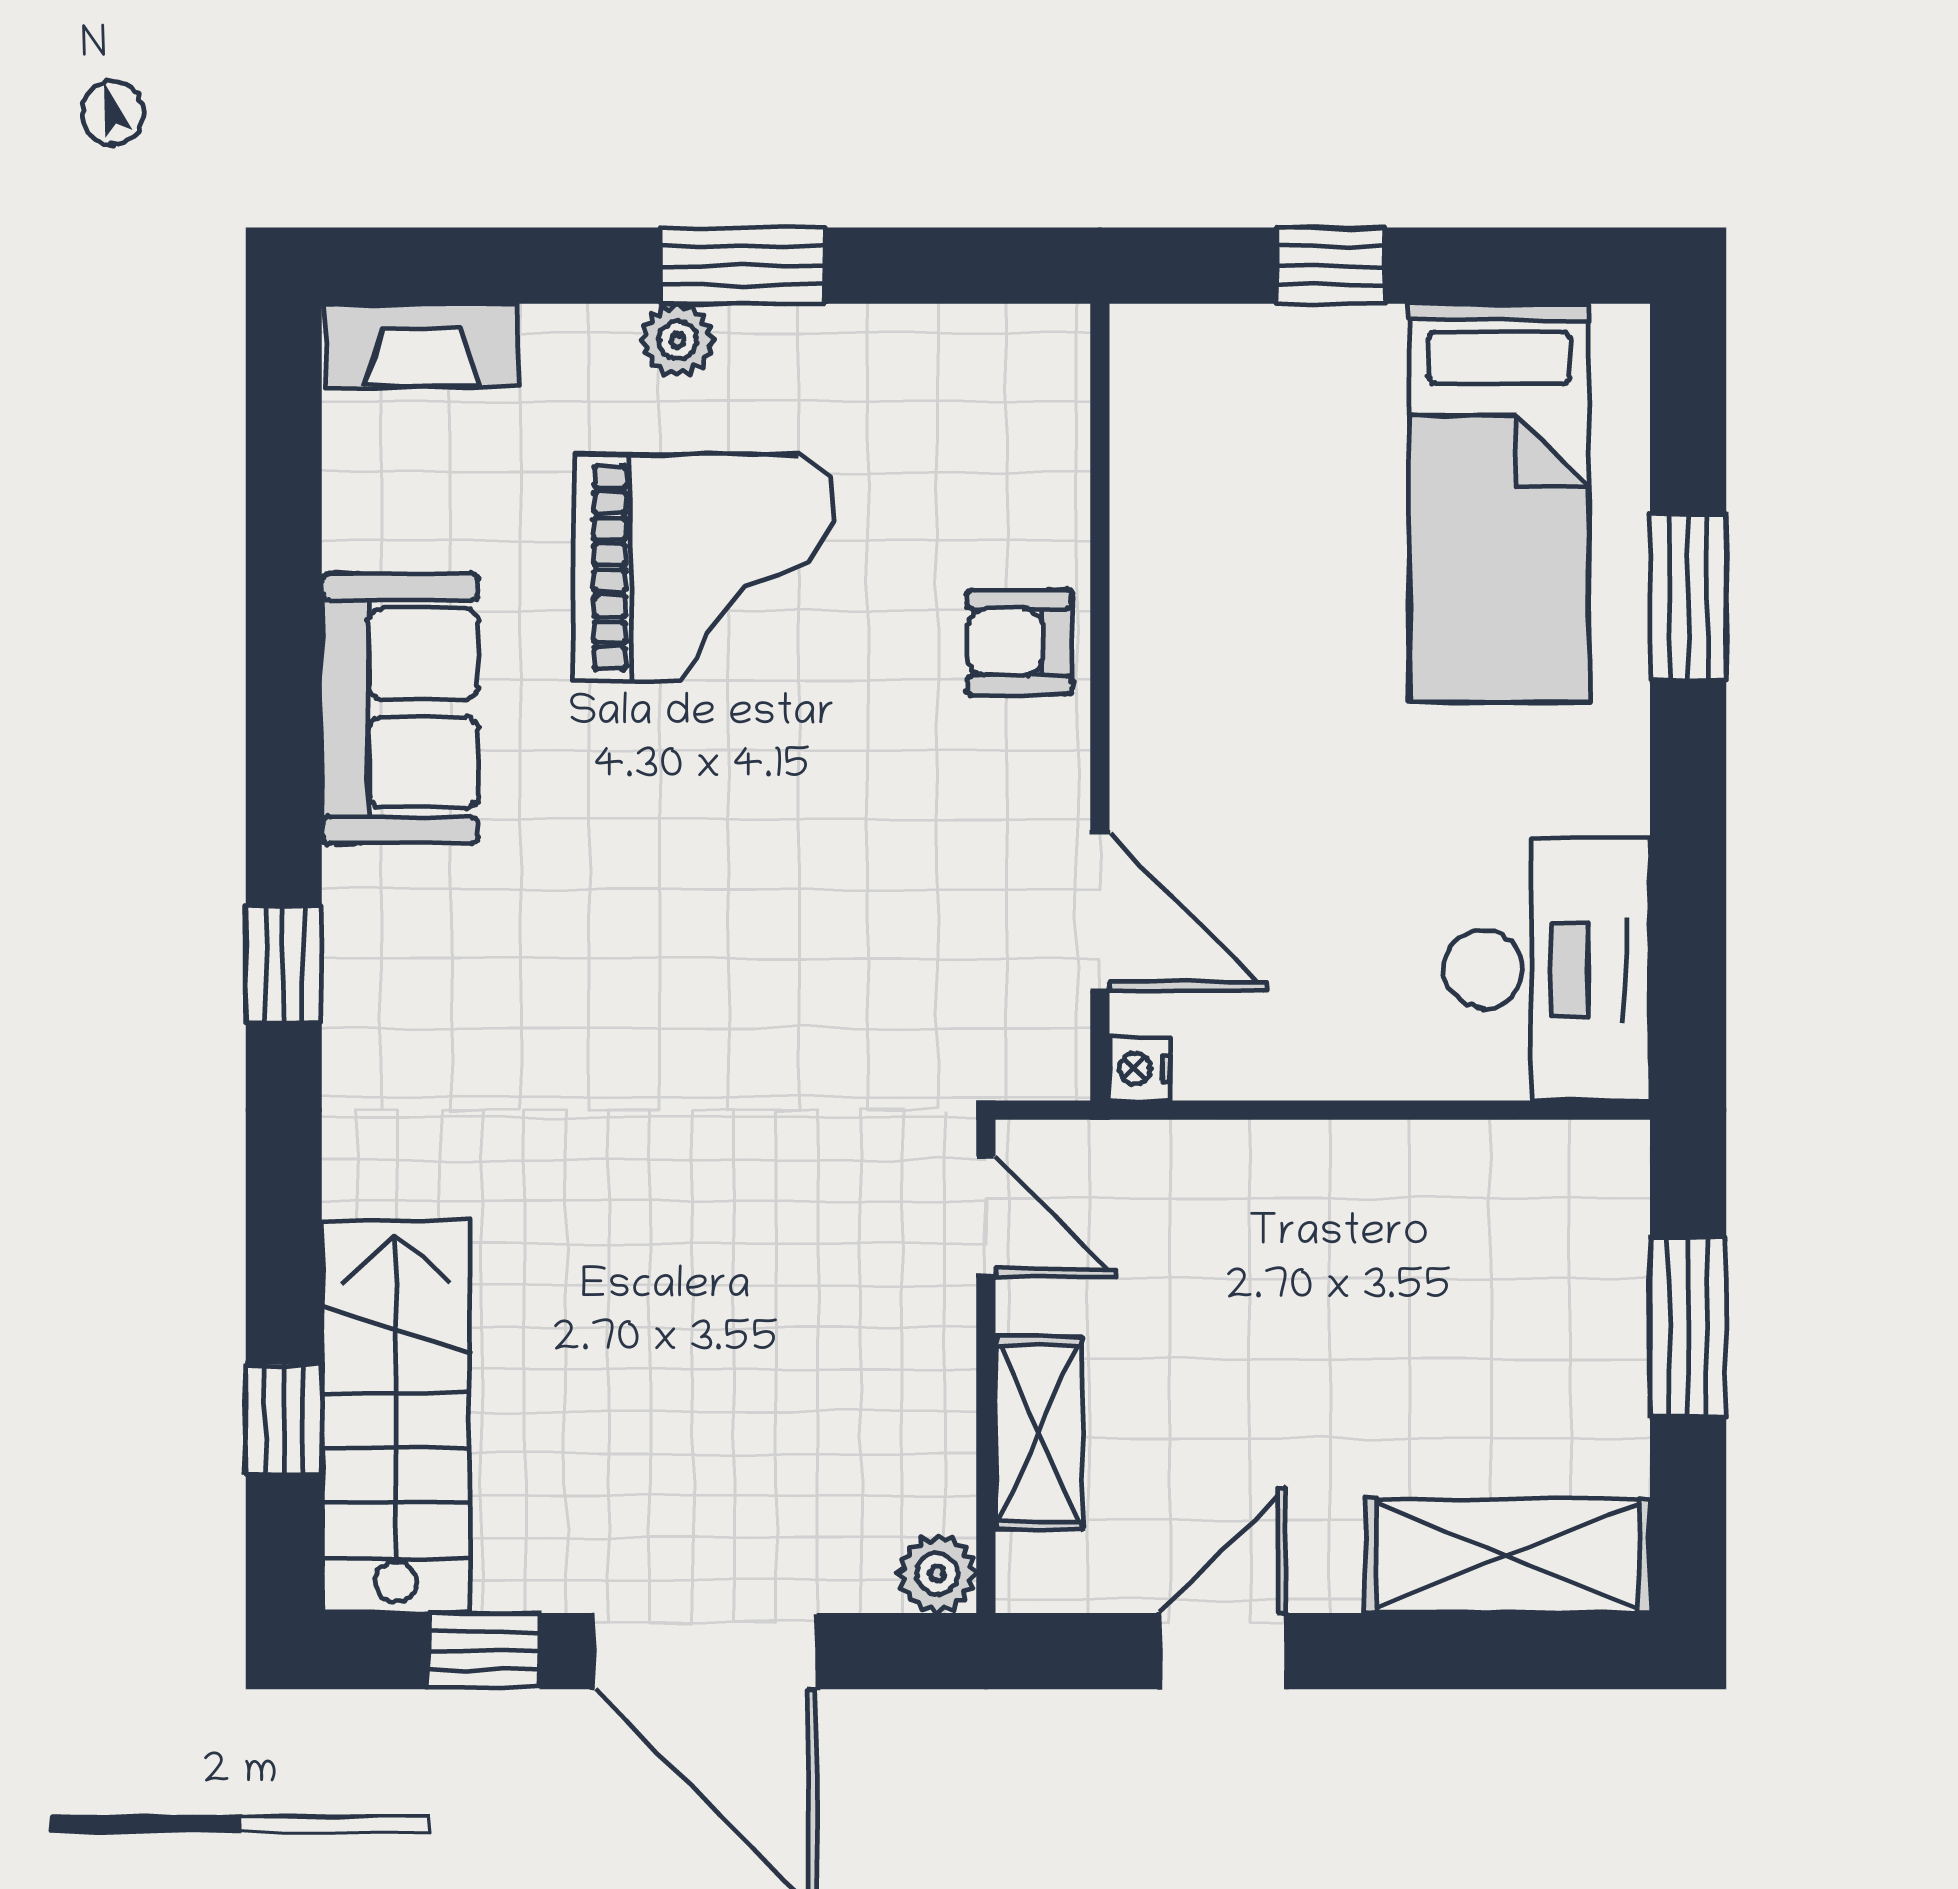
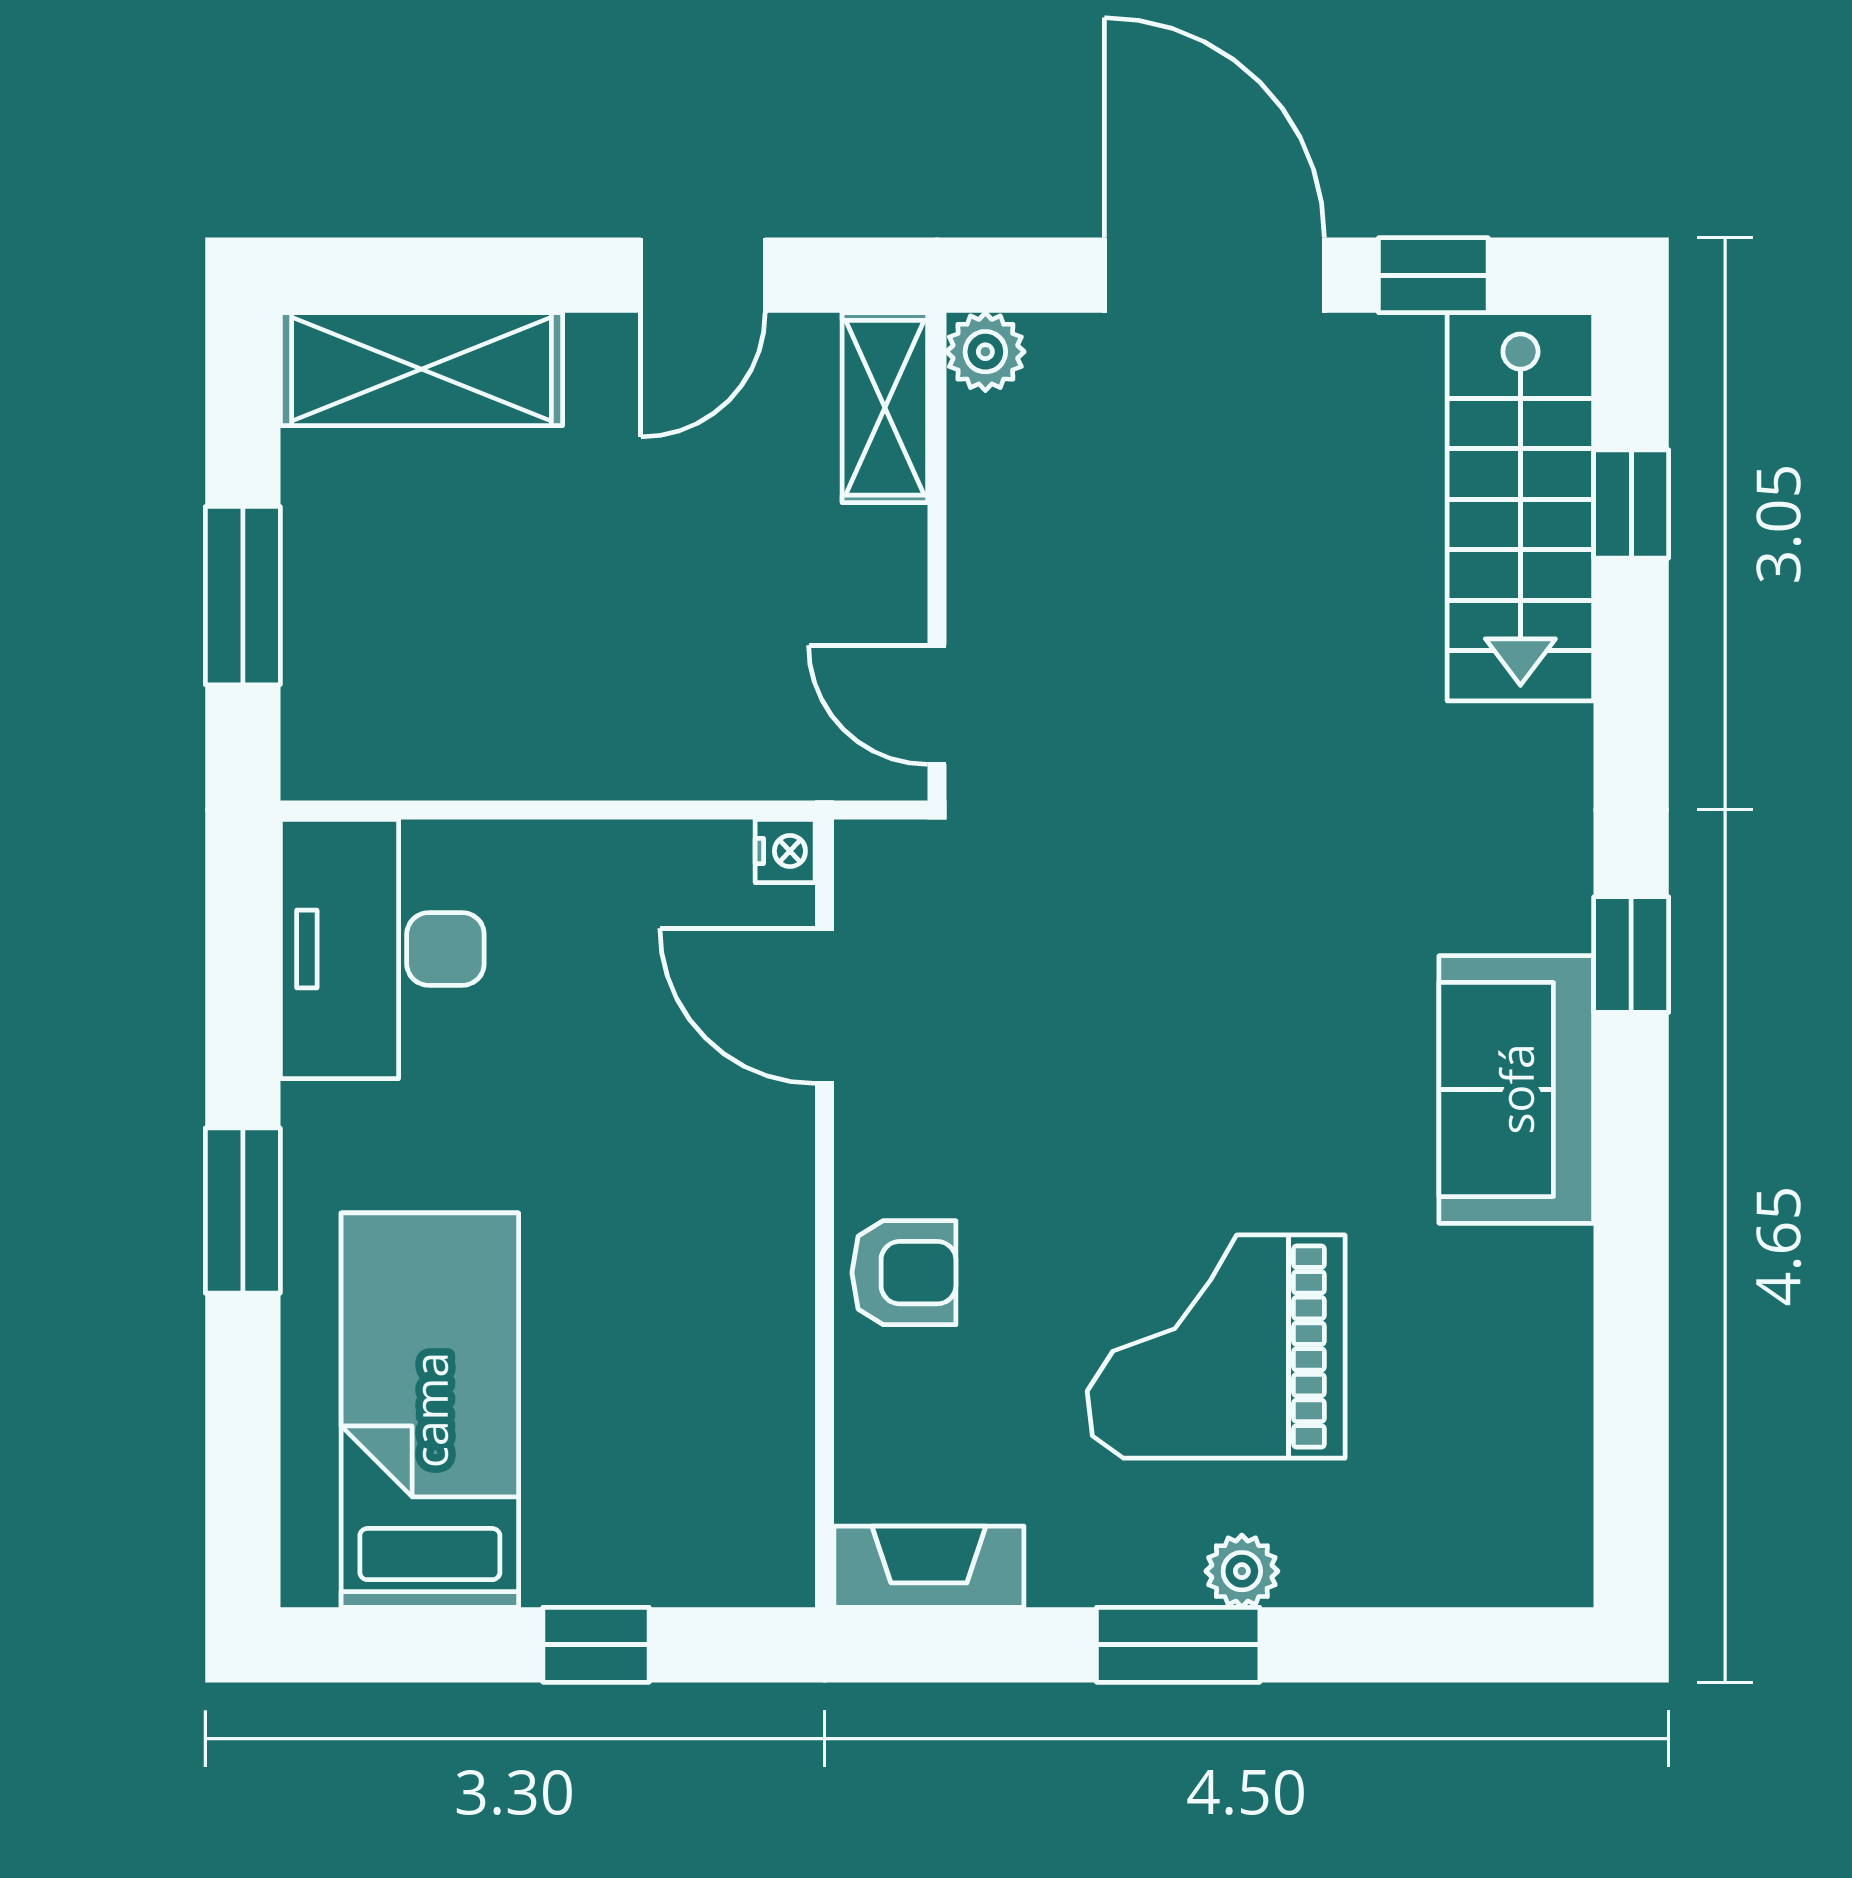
fireplace: (422, 345) -> (929, 1567), moved
window: (1688, 597) -> (243, 1211), moved
sofa: (400, 708) -> (1516, 1089), moved
shelving: (1039, 1433) -> (885, 408), moved

